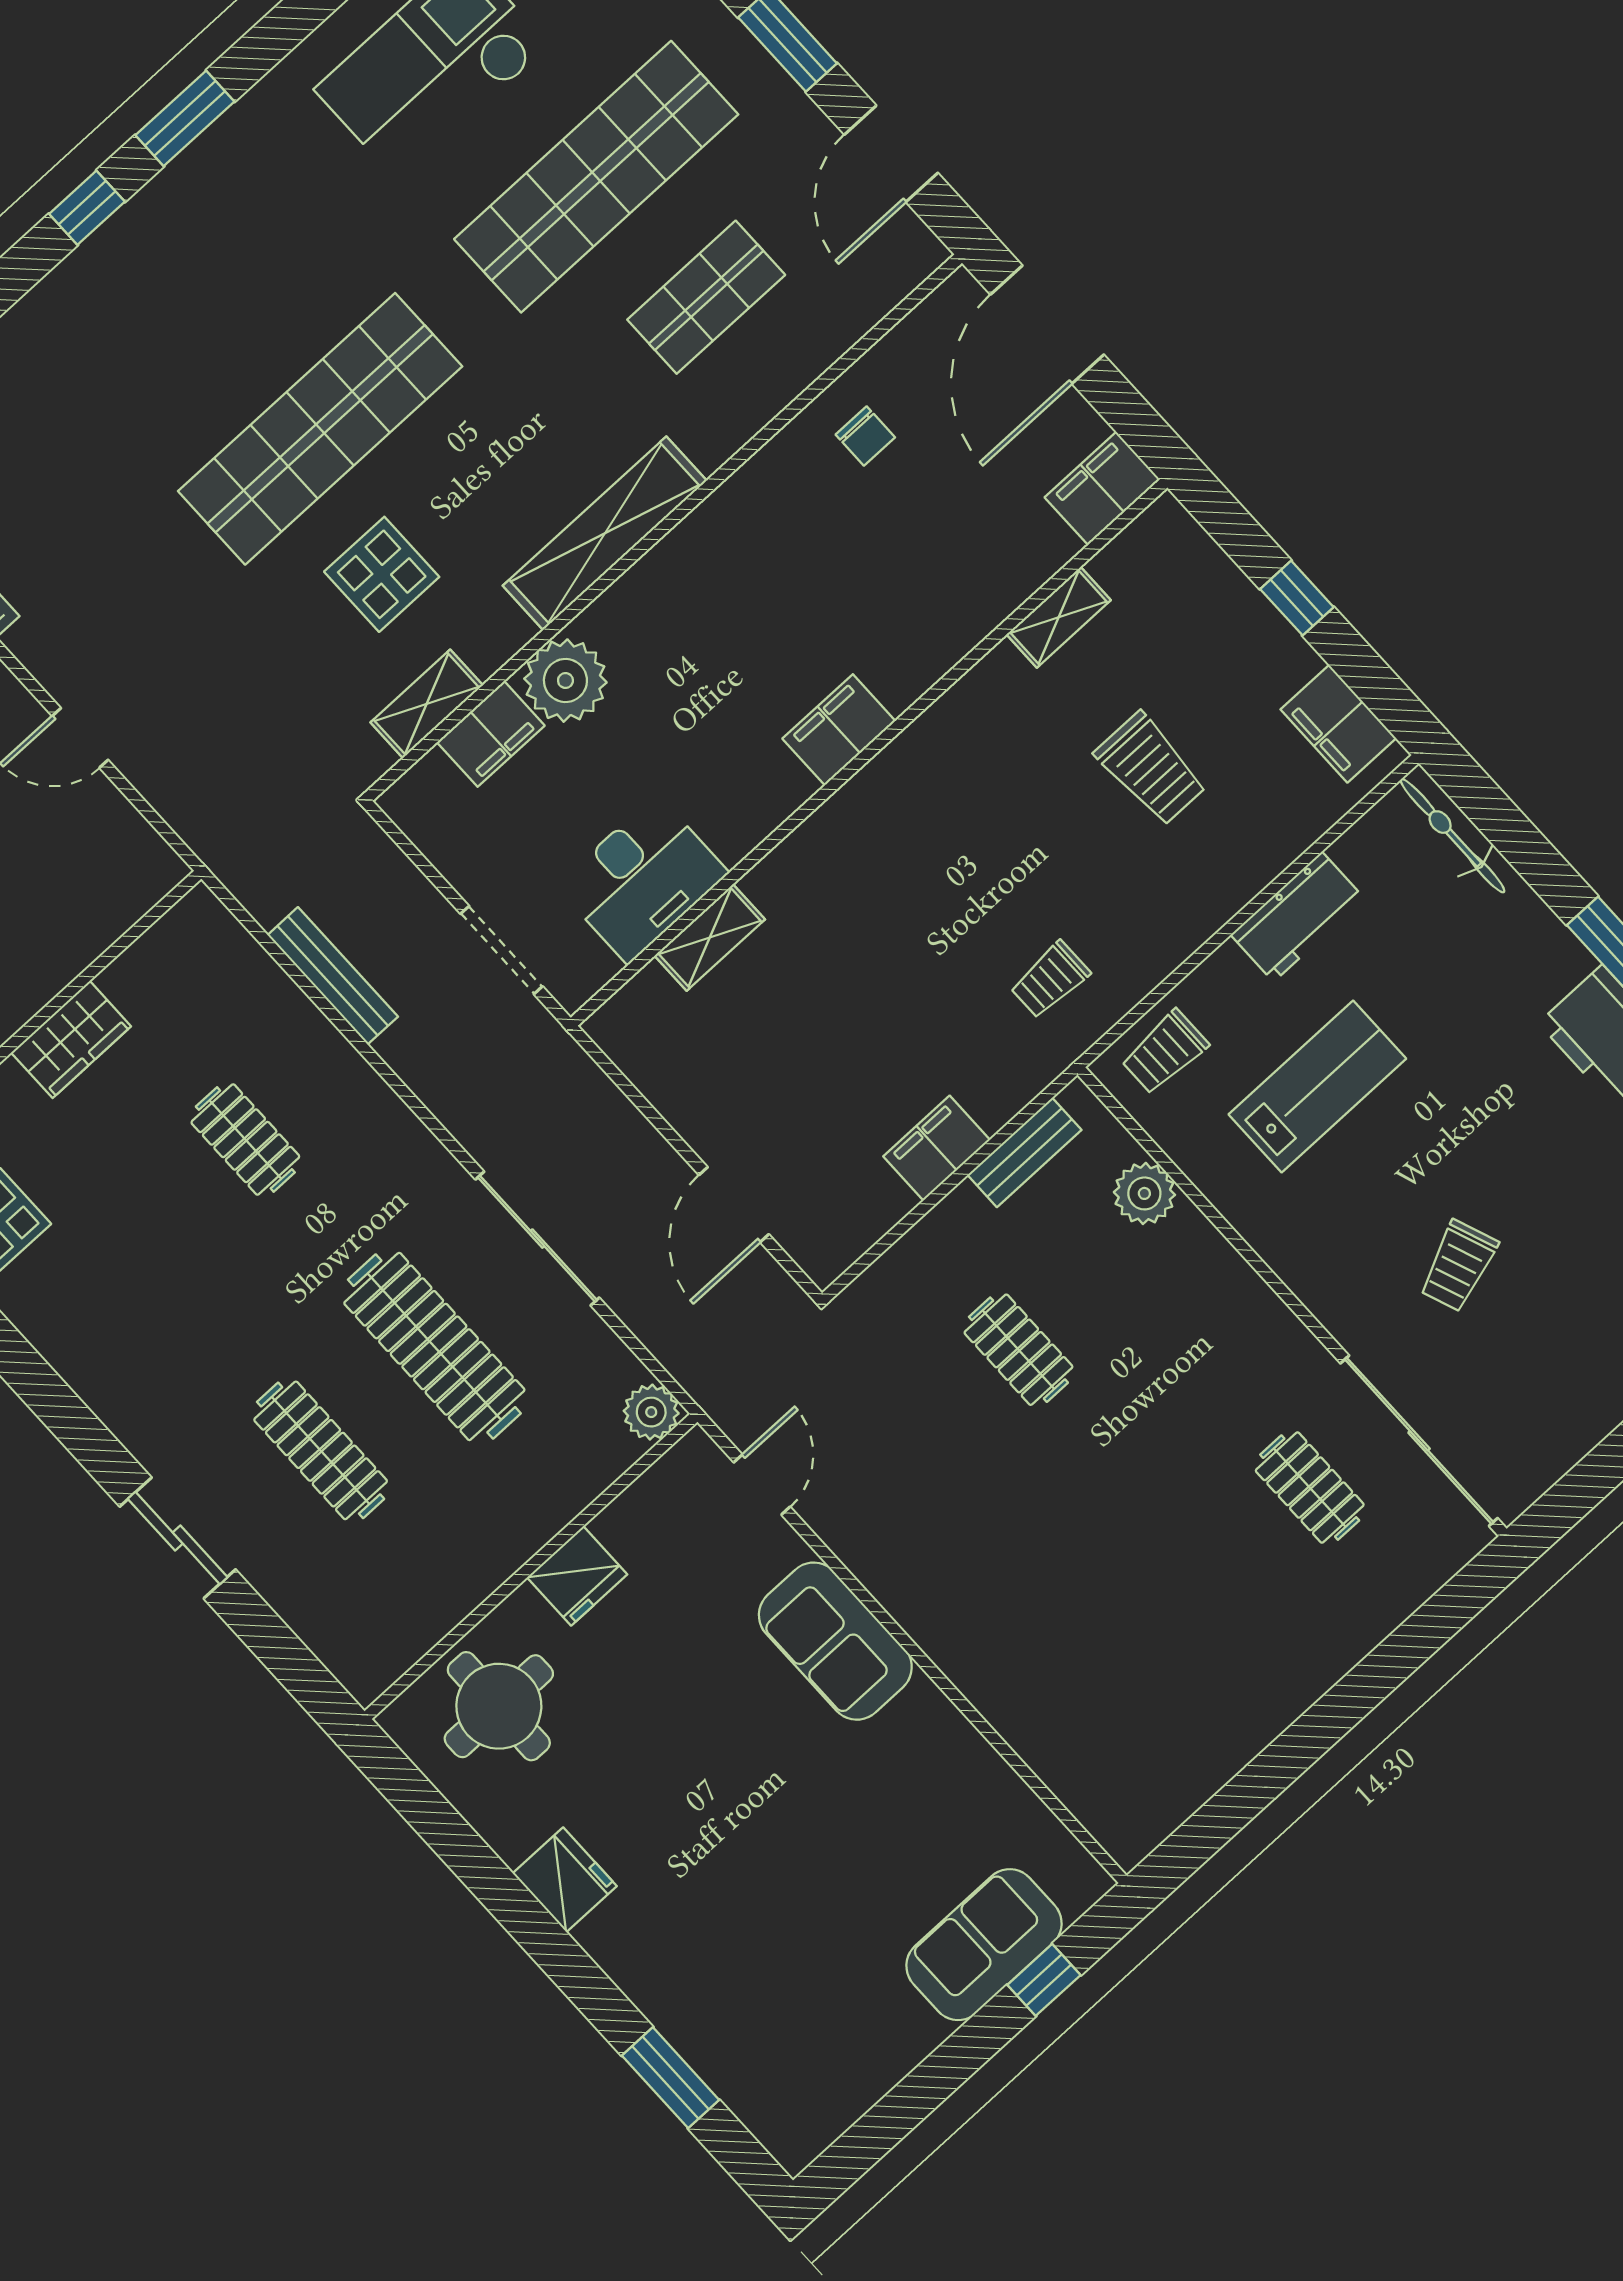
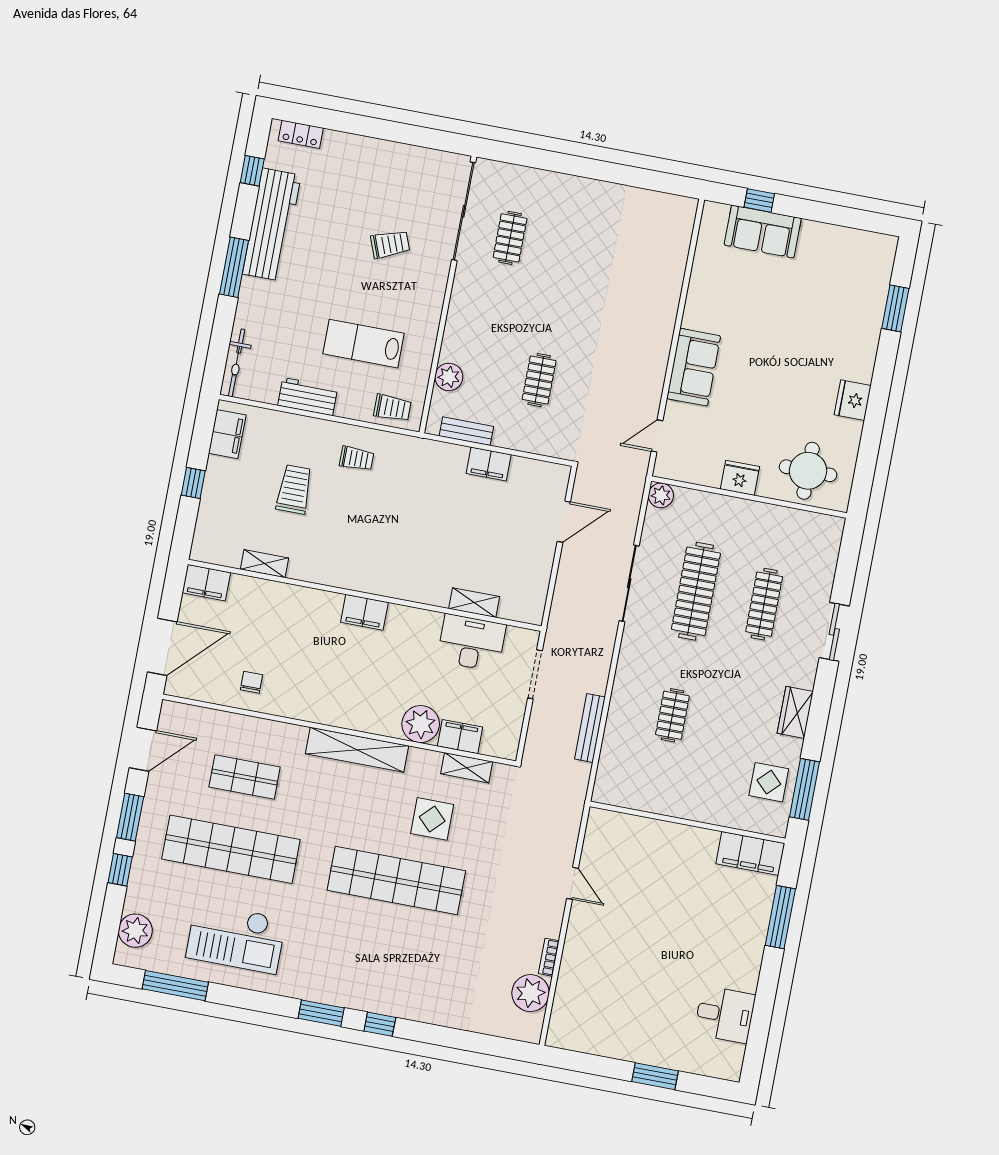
trolley: (1050, 980) -> (357, 458), moved
wardrobe: (71, 1039) -> (795, 712), moved, turned -90

